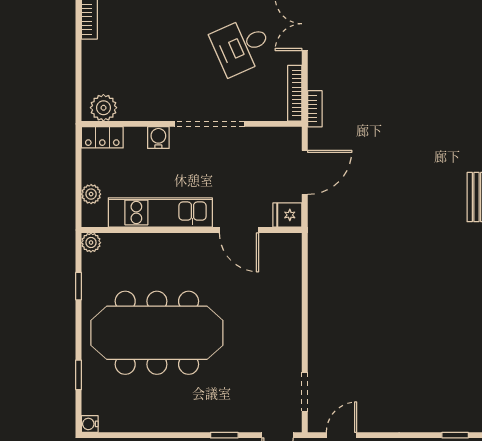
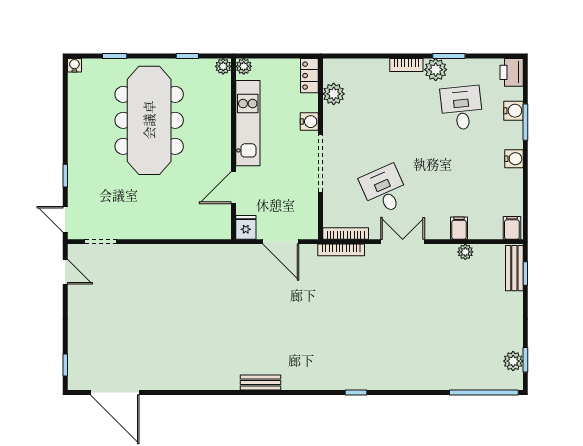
plant: (103, 108) -> (334, 94), moved
bookcase: (315, 109) -> (341, 250), width x1.56
plant: (91, 194) -> (244, 66), moved

